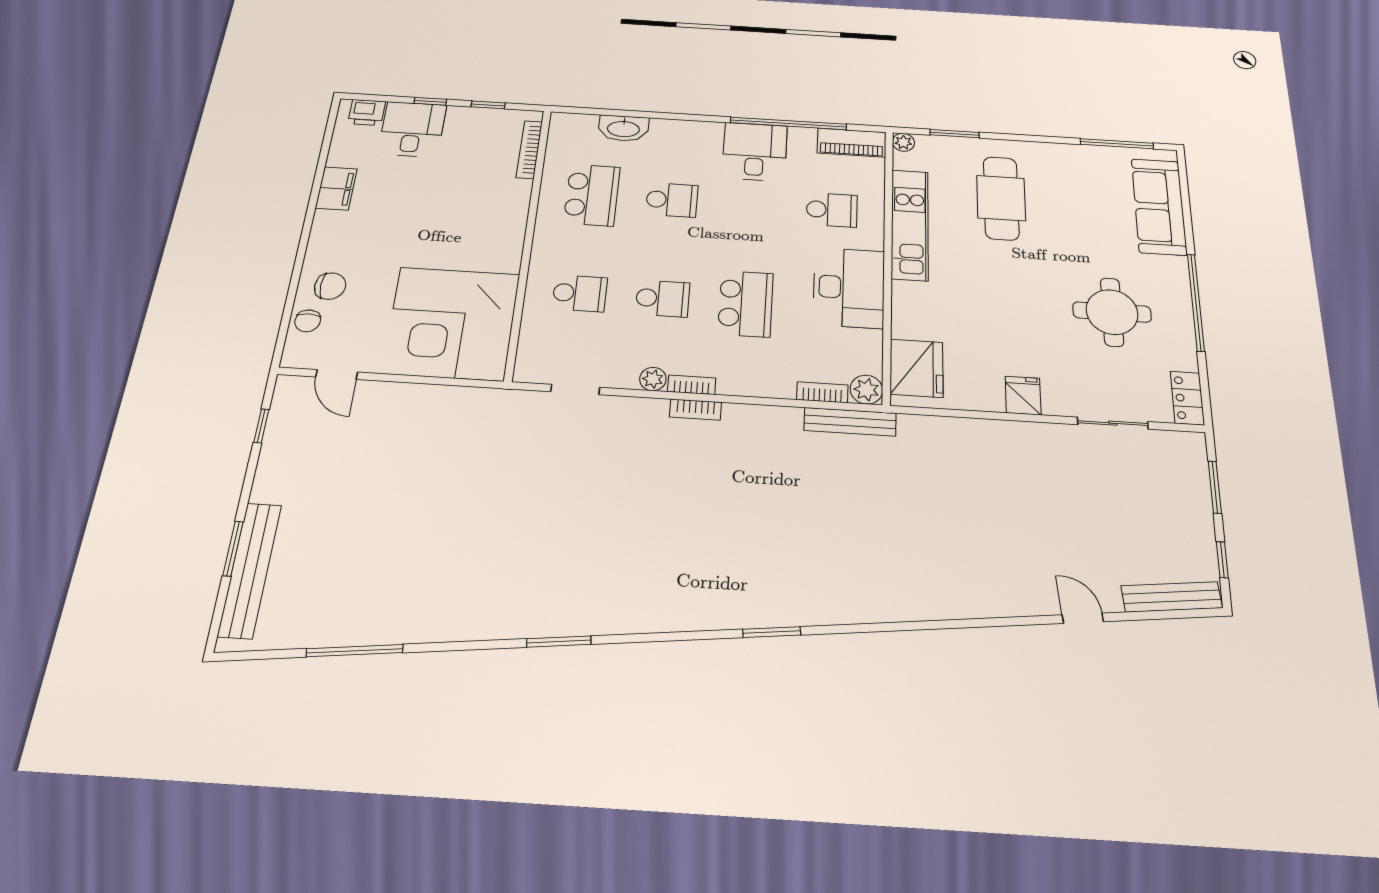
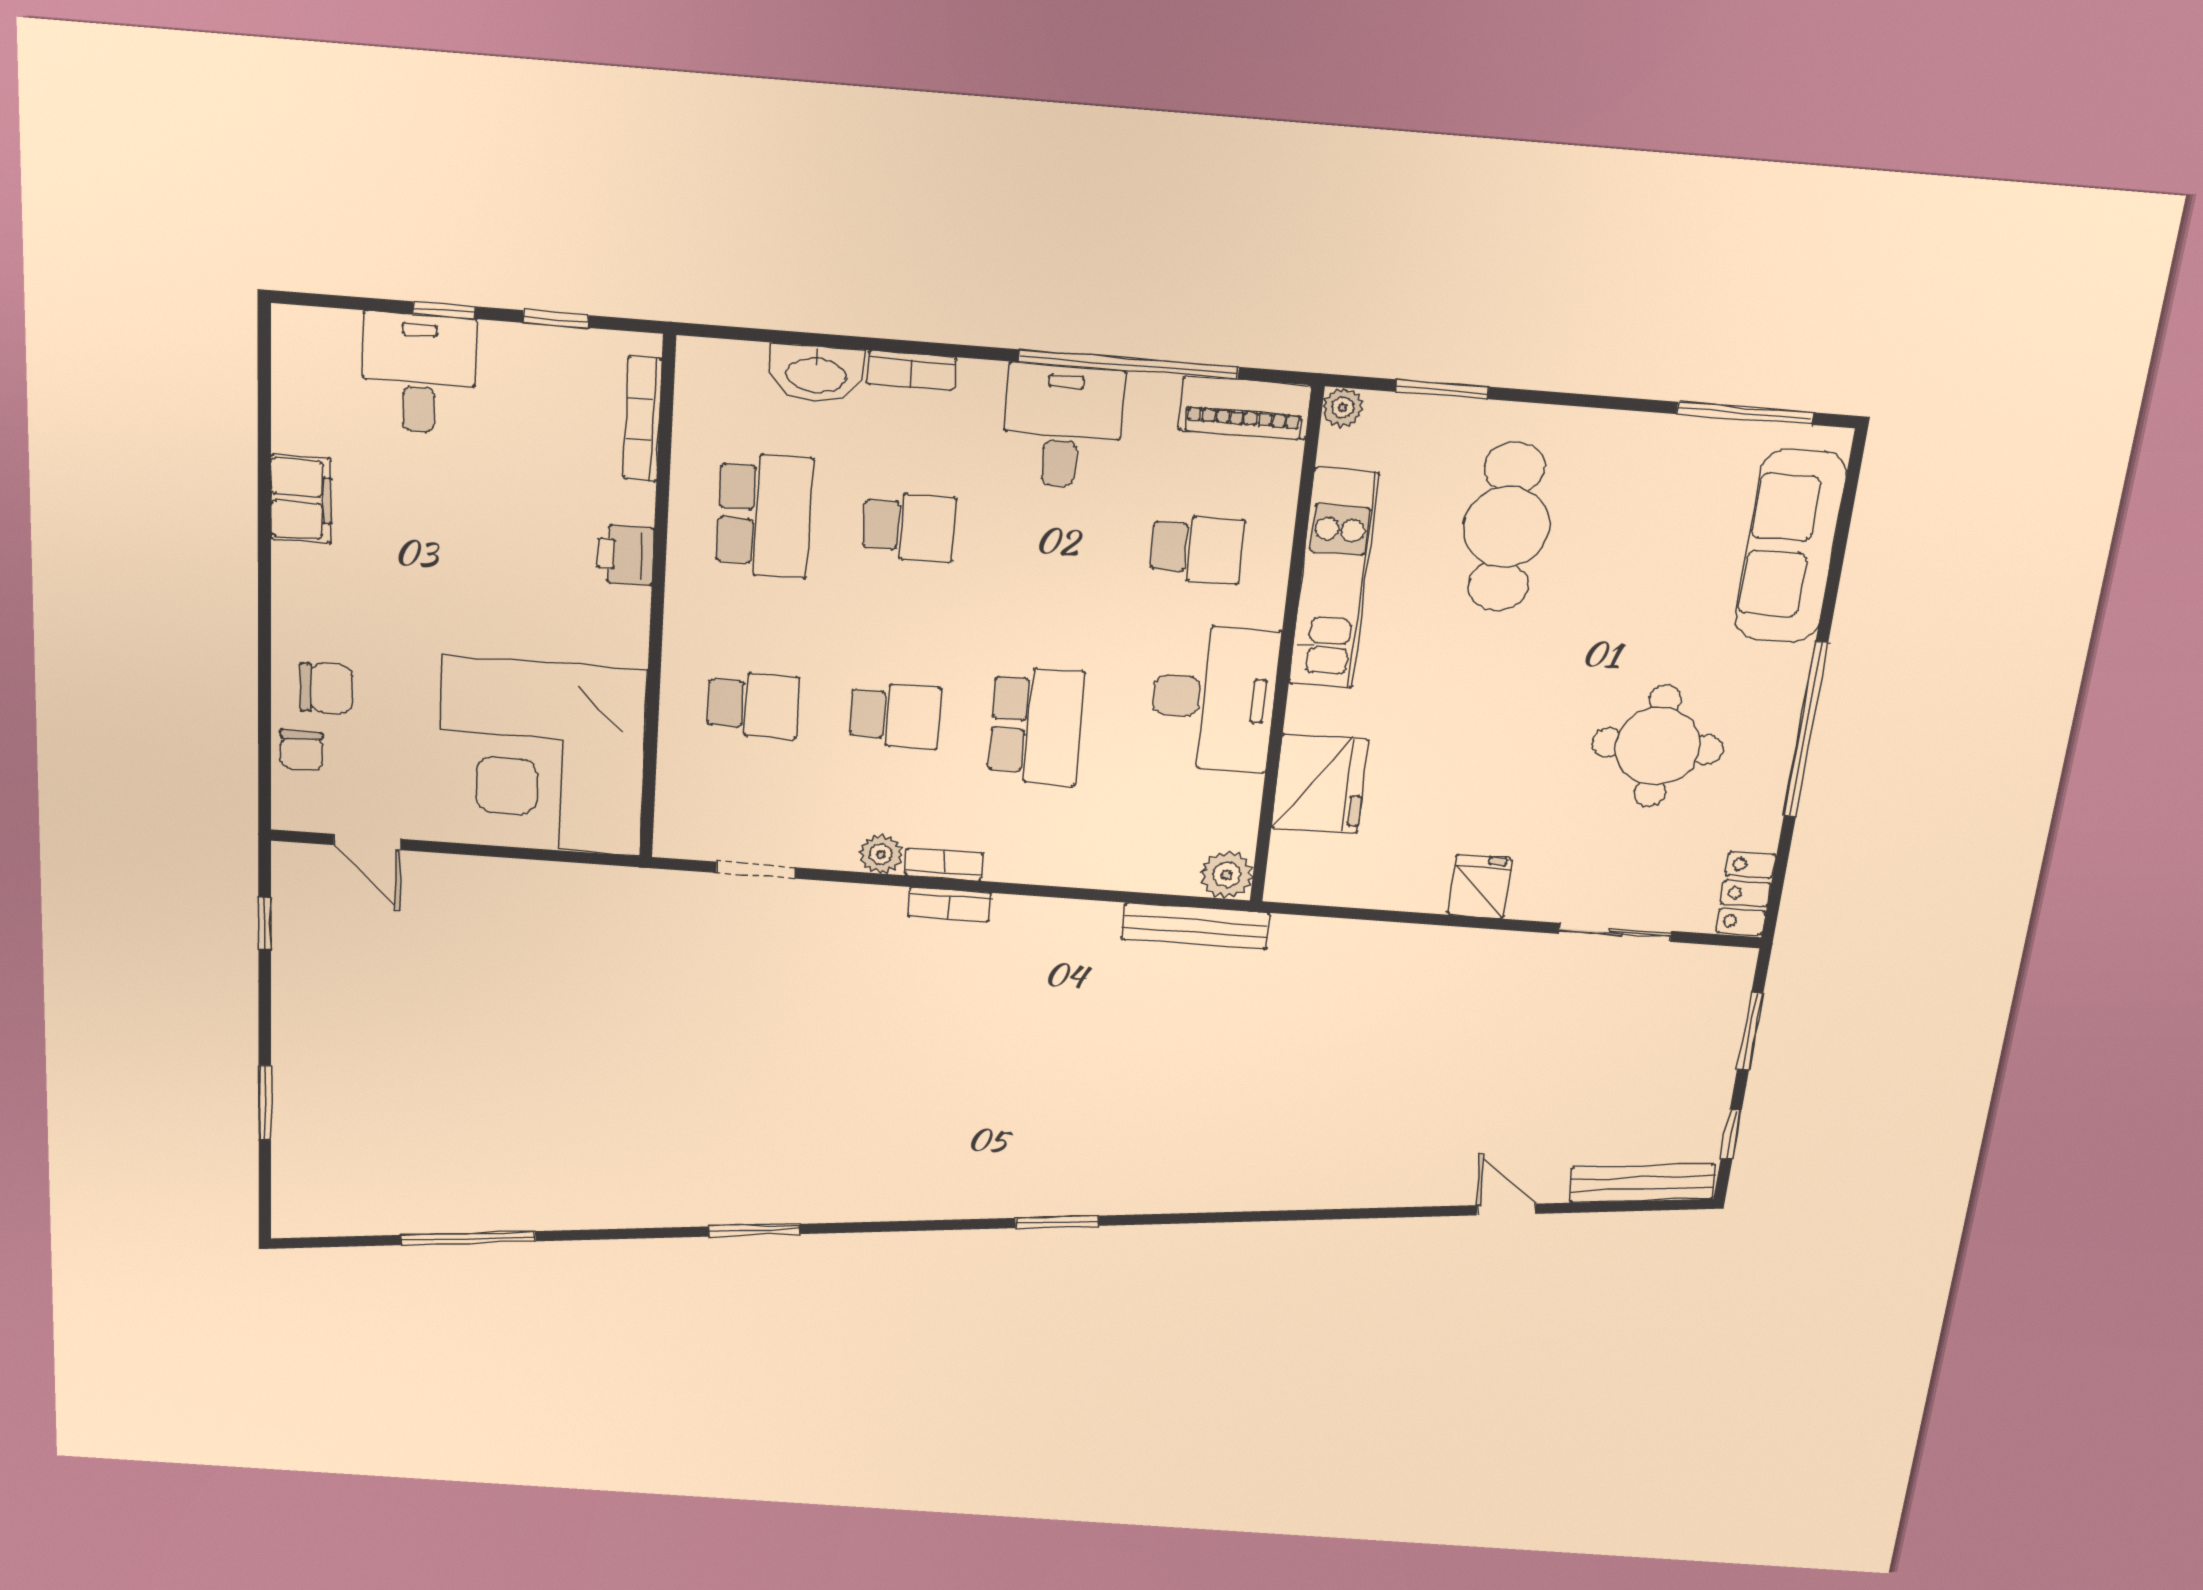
printer: (367, 112) -> (625, 555), moved, turned 90
fridge: (917, 368) -> (1320, 784), moved
bookcase: (822, 392) -> (911, 370), moved, turned 180
bench: (250, 570) -> (296, 1132), removed

